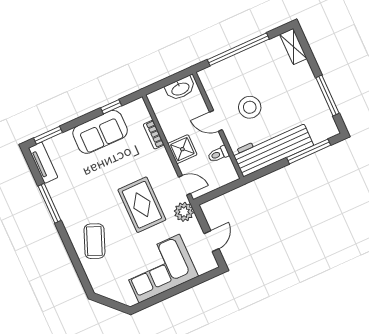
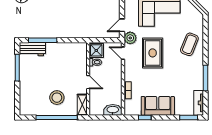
shelving: (293, 46) -> (82, 105), moved
washbasin: (180, 89) -> (113, 110), moved
stool: (250, 107) -> (57, 98), moved
shower: (182, 149) -> (96, 50), moved
workbench: (273, 149) -> (32, 49), moved, width x0.53, depth x0.76
door: (211, 241) -> (122, 25), moved

